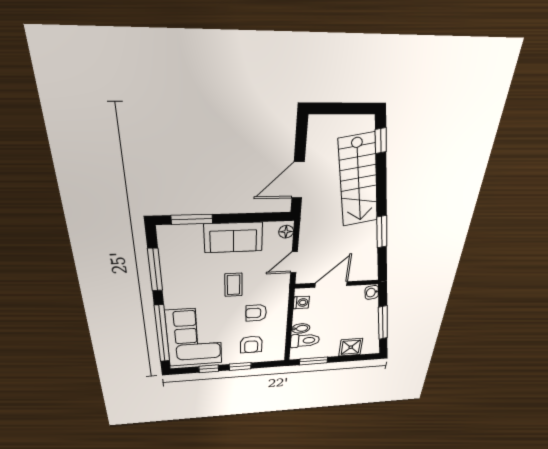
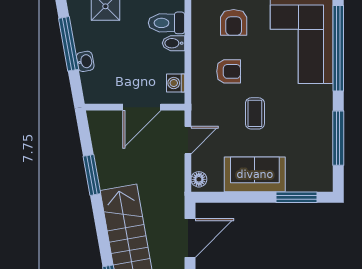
washbasin: (372, 292) -> (85, 61), moved
armchair: (251, 345) -> (234, 22), turned 180

